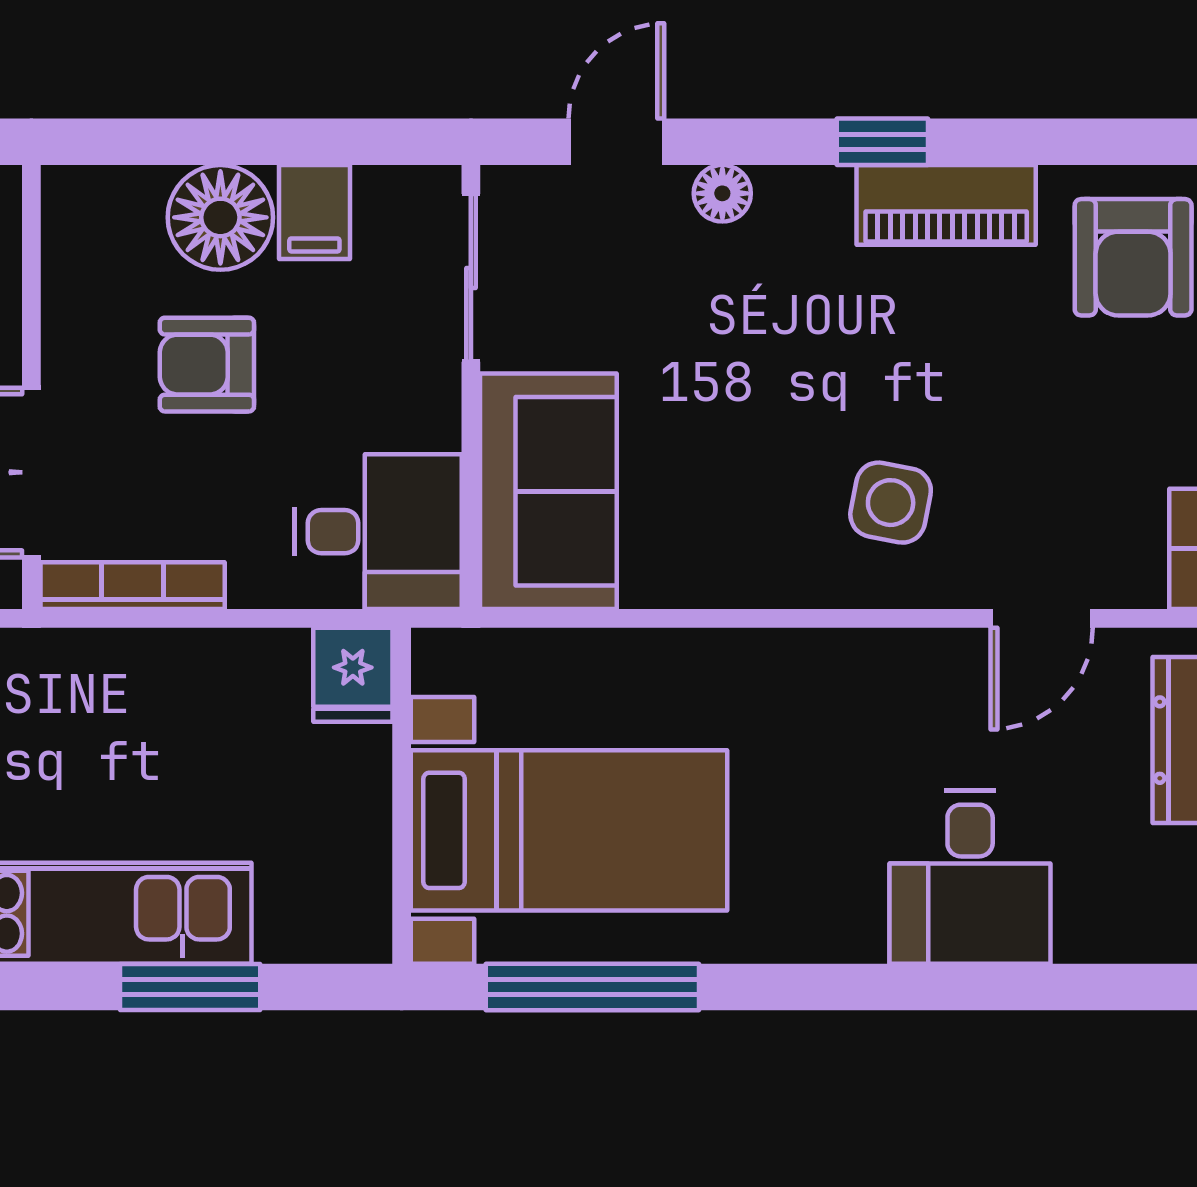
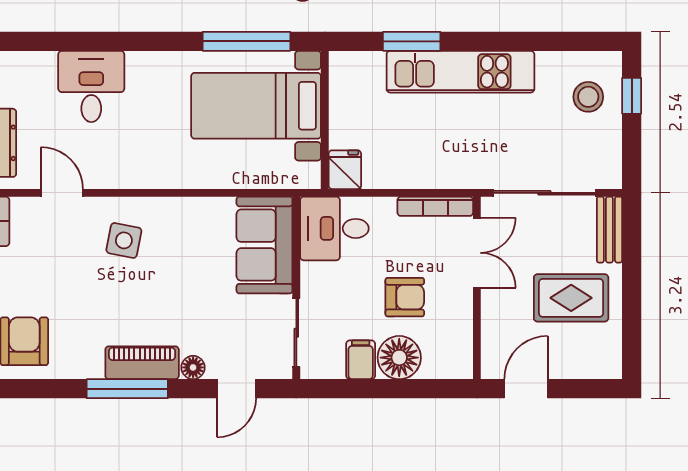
window: (882, 142) -> (127, 389), width x2.17
piano: (946, 205) -> (142, 363), moved
door: (1042, 618) -> (62, 193), hinge flipped

